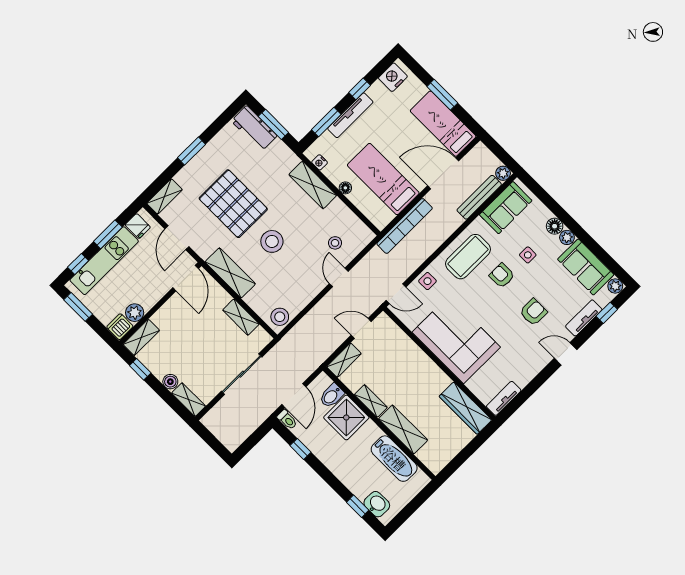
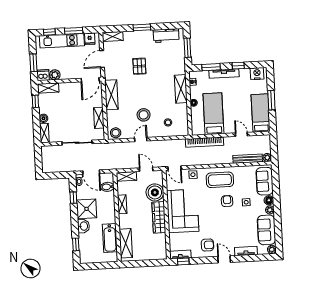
workbench: (254, 128) -> (166, 36), moved, turned -90
door: (443, 173) -> (241, 134), width x0.53
pallet: (233, 204) -> (139, 66), width x0.49, depth x0.50
sofa: (506, 208) -> (265, 181), moved, turned 90
stool: (272, 241) -> (144, 115), moved
door: (339, 277) -> (141, 139), moved
window: (78, 307) -> (33, 63), moved
armchair: (533, 312) -> (207, 245), moved
window: (607, 313) -> (183, 261), moved
boiler: (399, 348) -> (155, 192), added
door: (294, 396) -> (91, 172), hinge flipped
wardrobe: (465, 408) -> (159, 217), moved
shower: (346, 418) -> (86, 209), moved
shelving: (403, 429) -> (126, 243), moved
washbasin: (377, 504) -> (84, 226), moved

